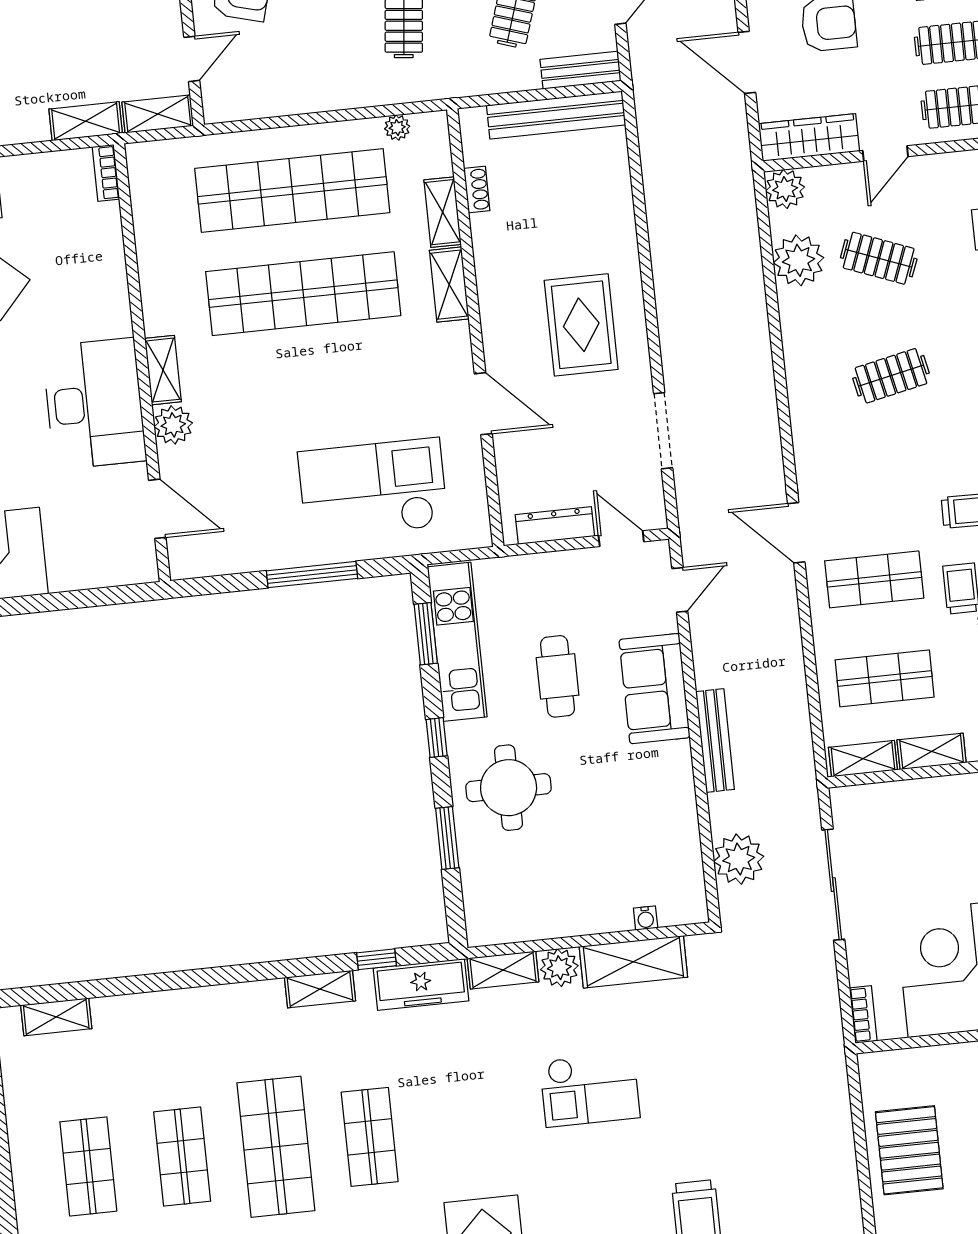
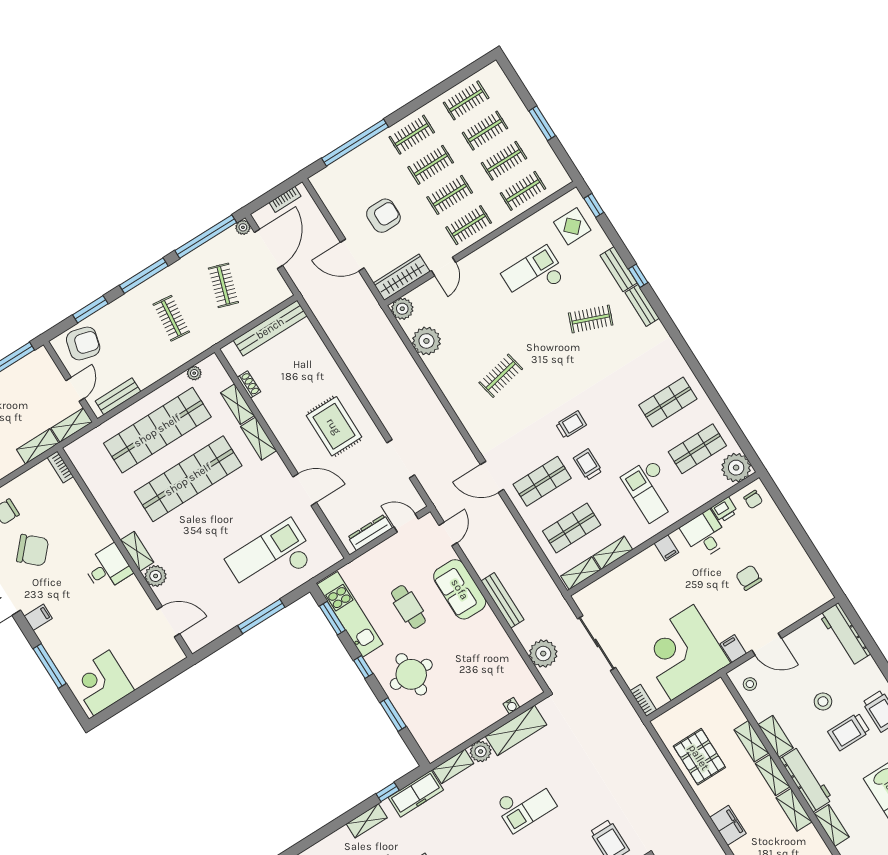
bench: (581, 70) -> (118, 396), moved
clothes rail: (879, 258) -> (466, 320), removed
desk: (94, 404) -> (108, 568), width x0.53, depth x0.77

